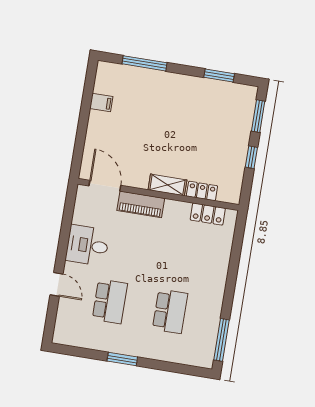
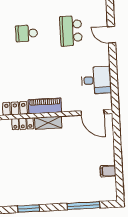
piano: (141, 204) -> (45, 106), moved
desk: (87, 245) -> (96, 80), moved
school desk: (170, 311) -> (27, 33), width x0.54

